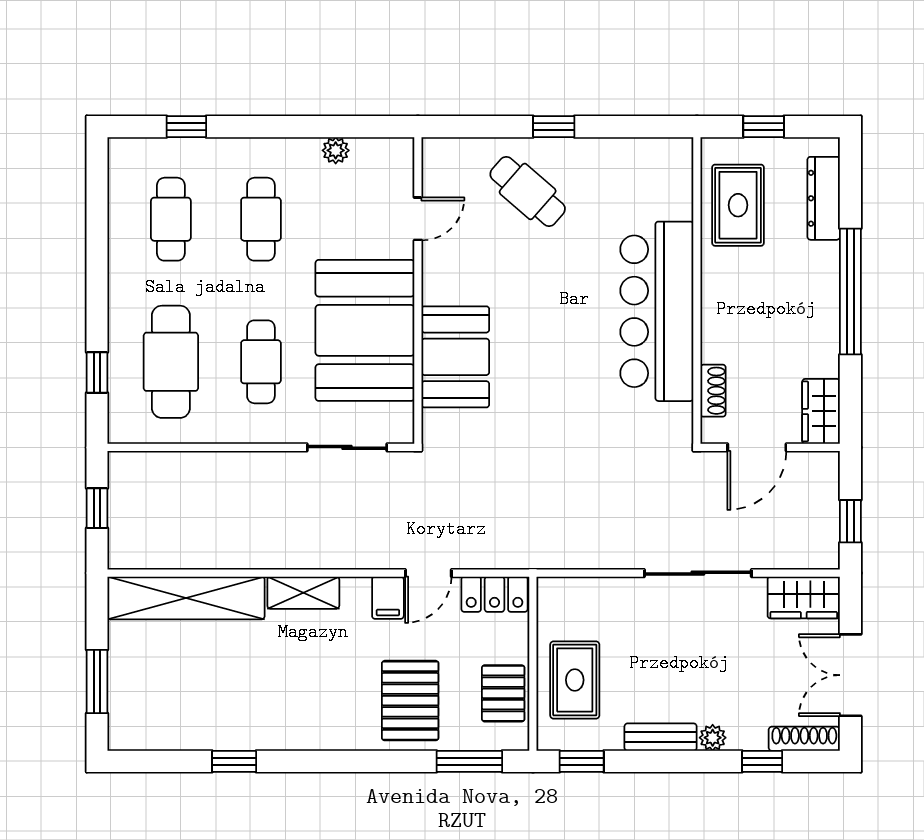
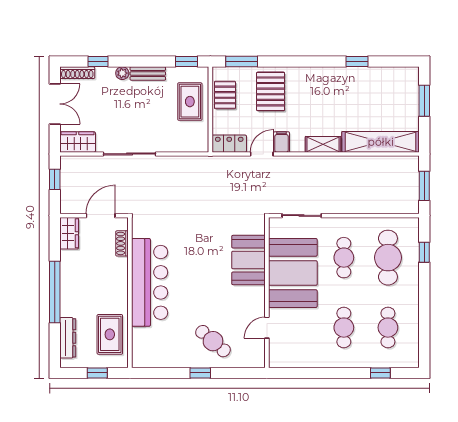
plant: (336, 150) -> (307, 361), removed
window: (97, 508) -> (424, 186), width x1.50

